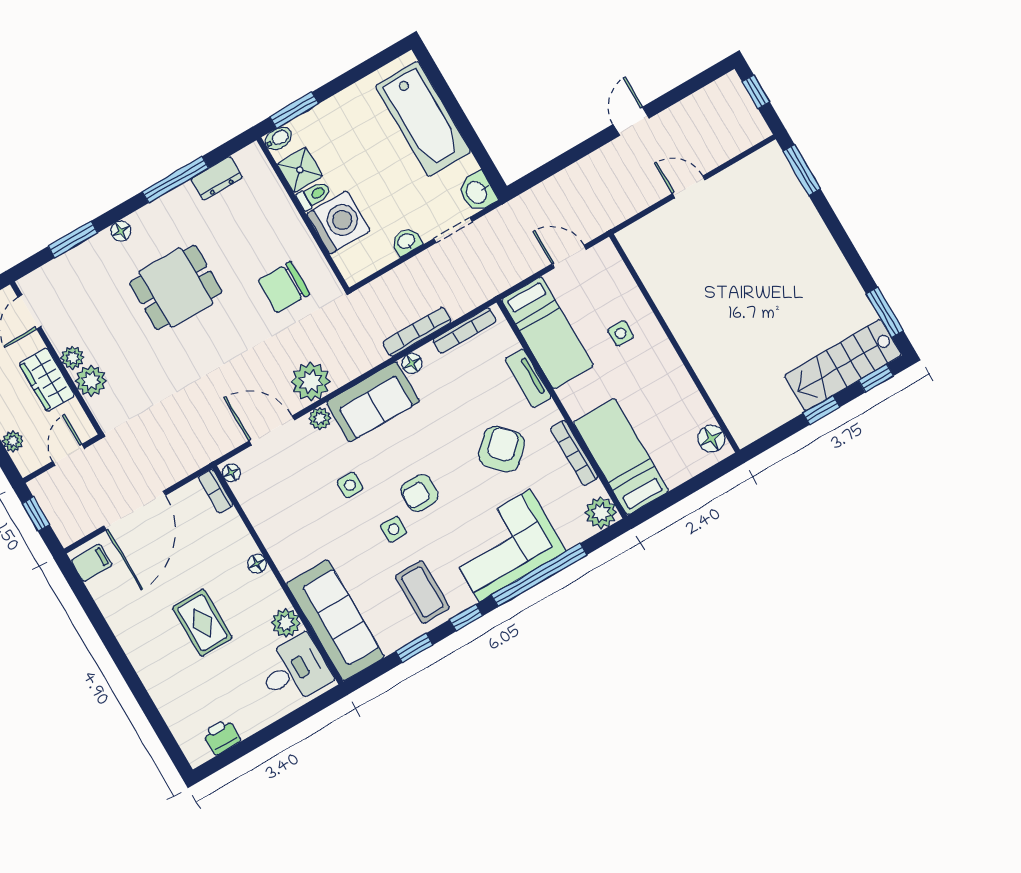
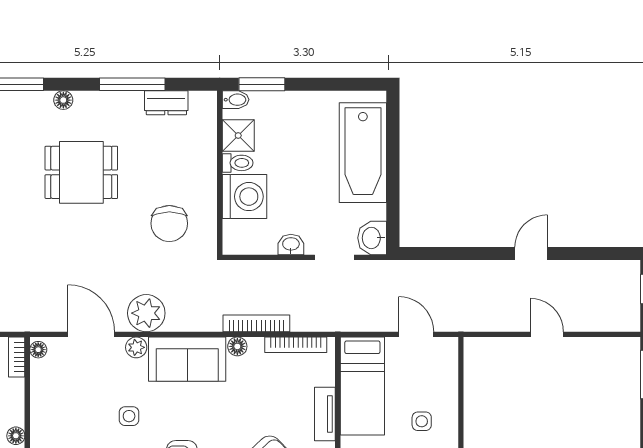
chair: (284, 287) -> (169, 223), turned -90

